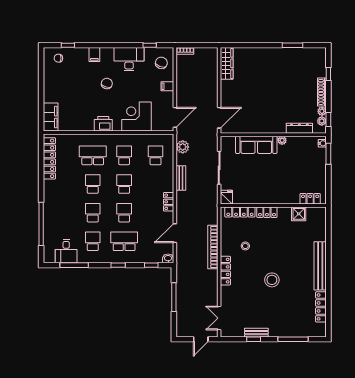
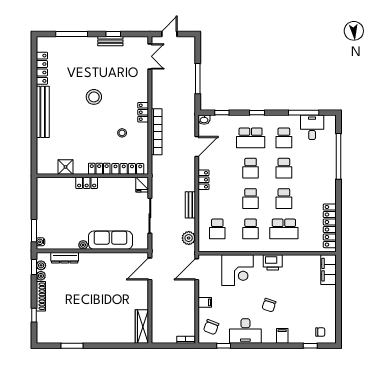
locker: (310, 199) -> (87, 183), moved
locker: (225, 271) -> (143, 112), width x0.66

